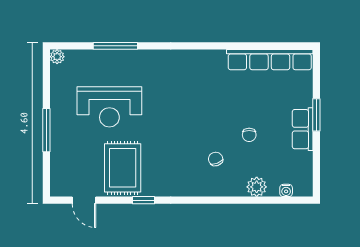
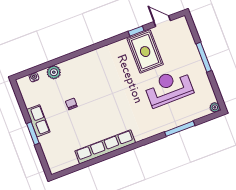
row of seats: (270, 60) -> (105, 147), moved
chair: (216, 159) -> (87, 80), removed
window: (143, 200) -> (136, 31), moved

